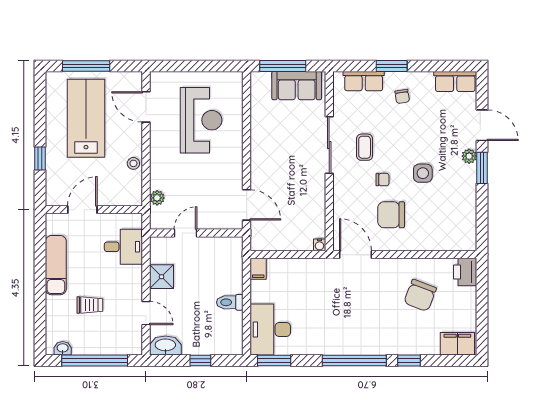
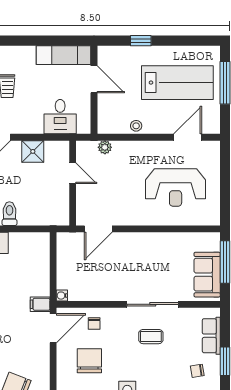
chair: (383, 180) -> (94, 323), moved
exam couch: (56, 265) -> (64, 55), moved
filing cabinet: (258, 269) -> (40, 304), moved

